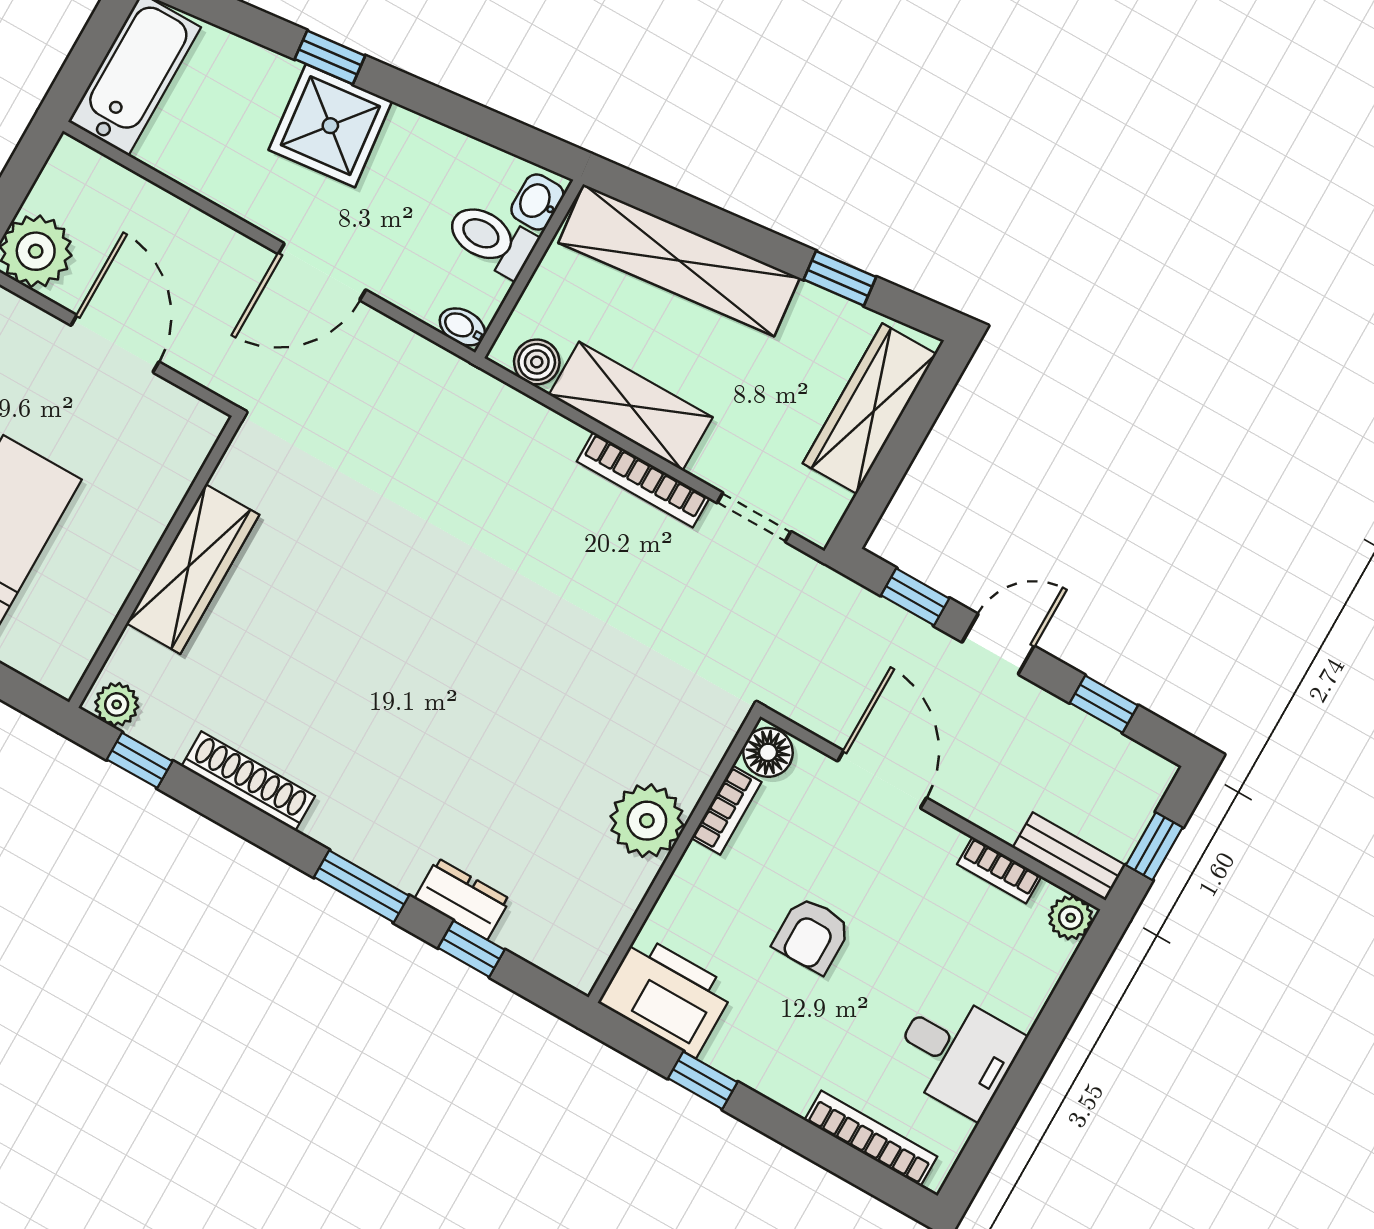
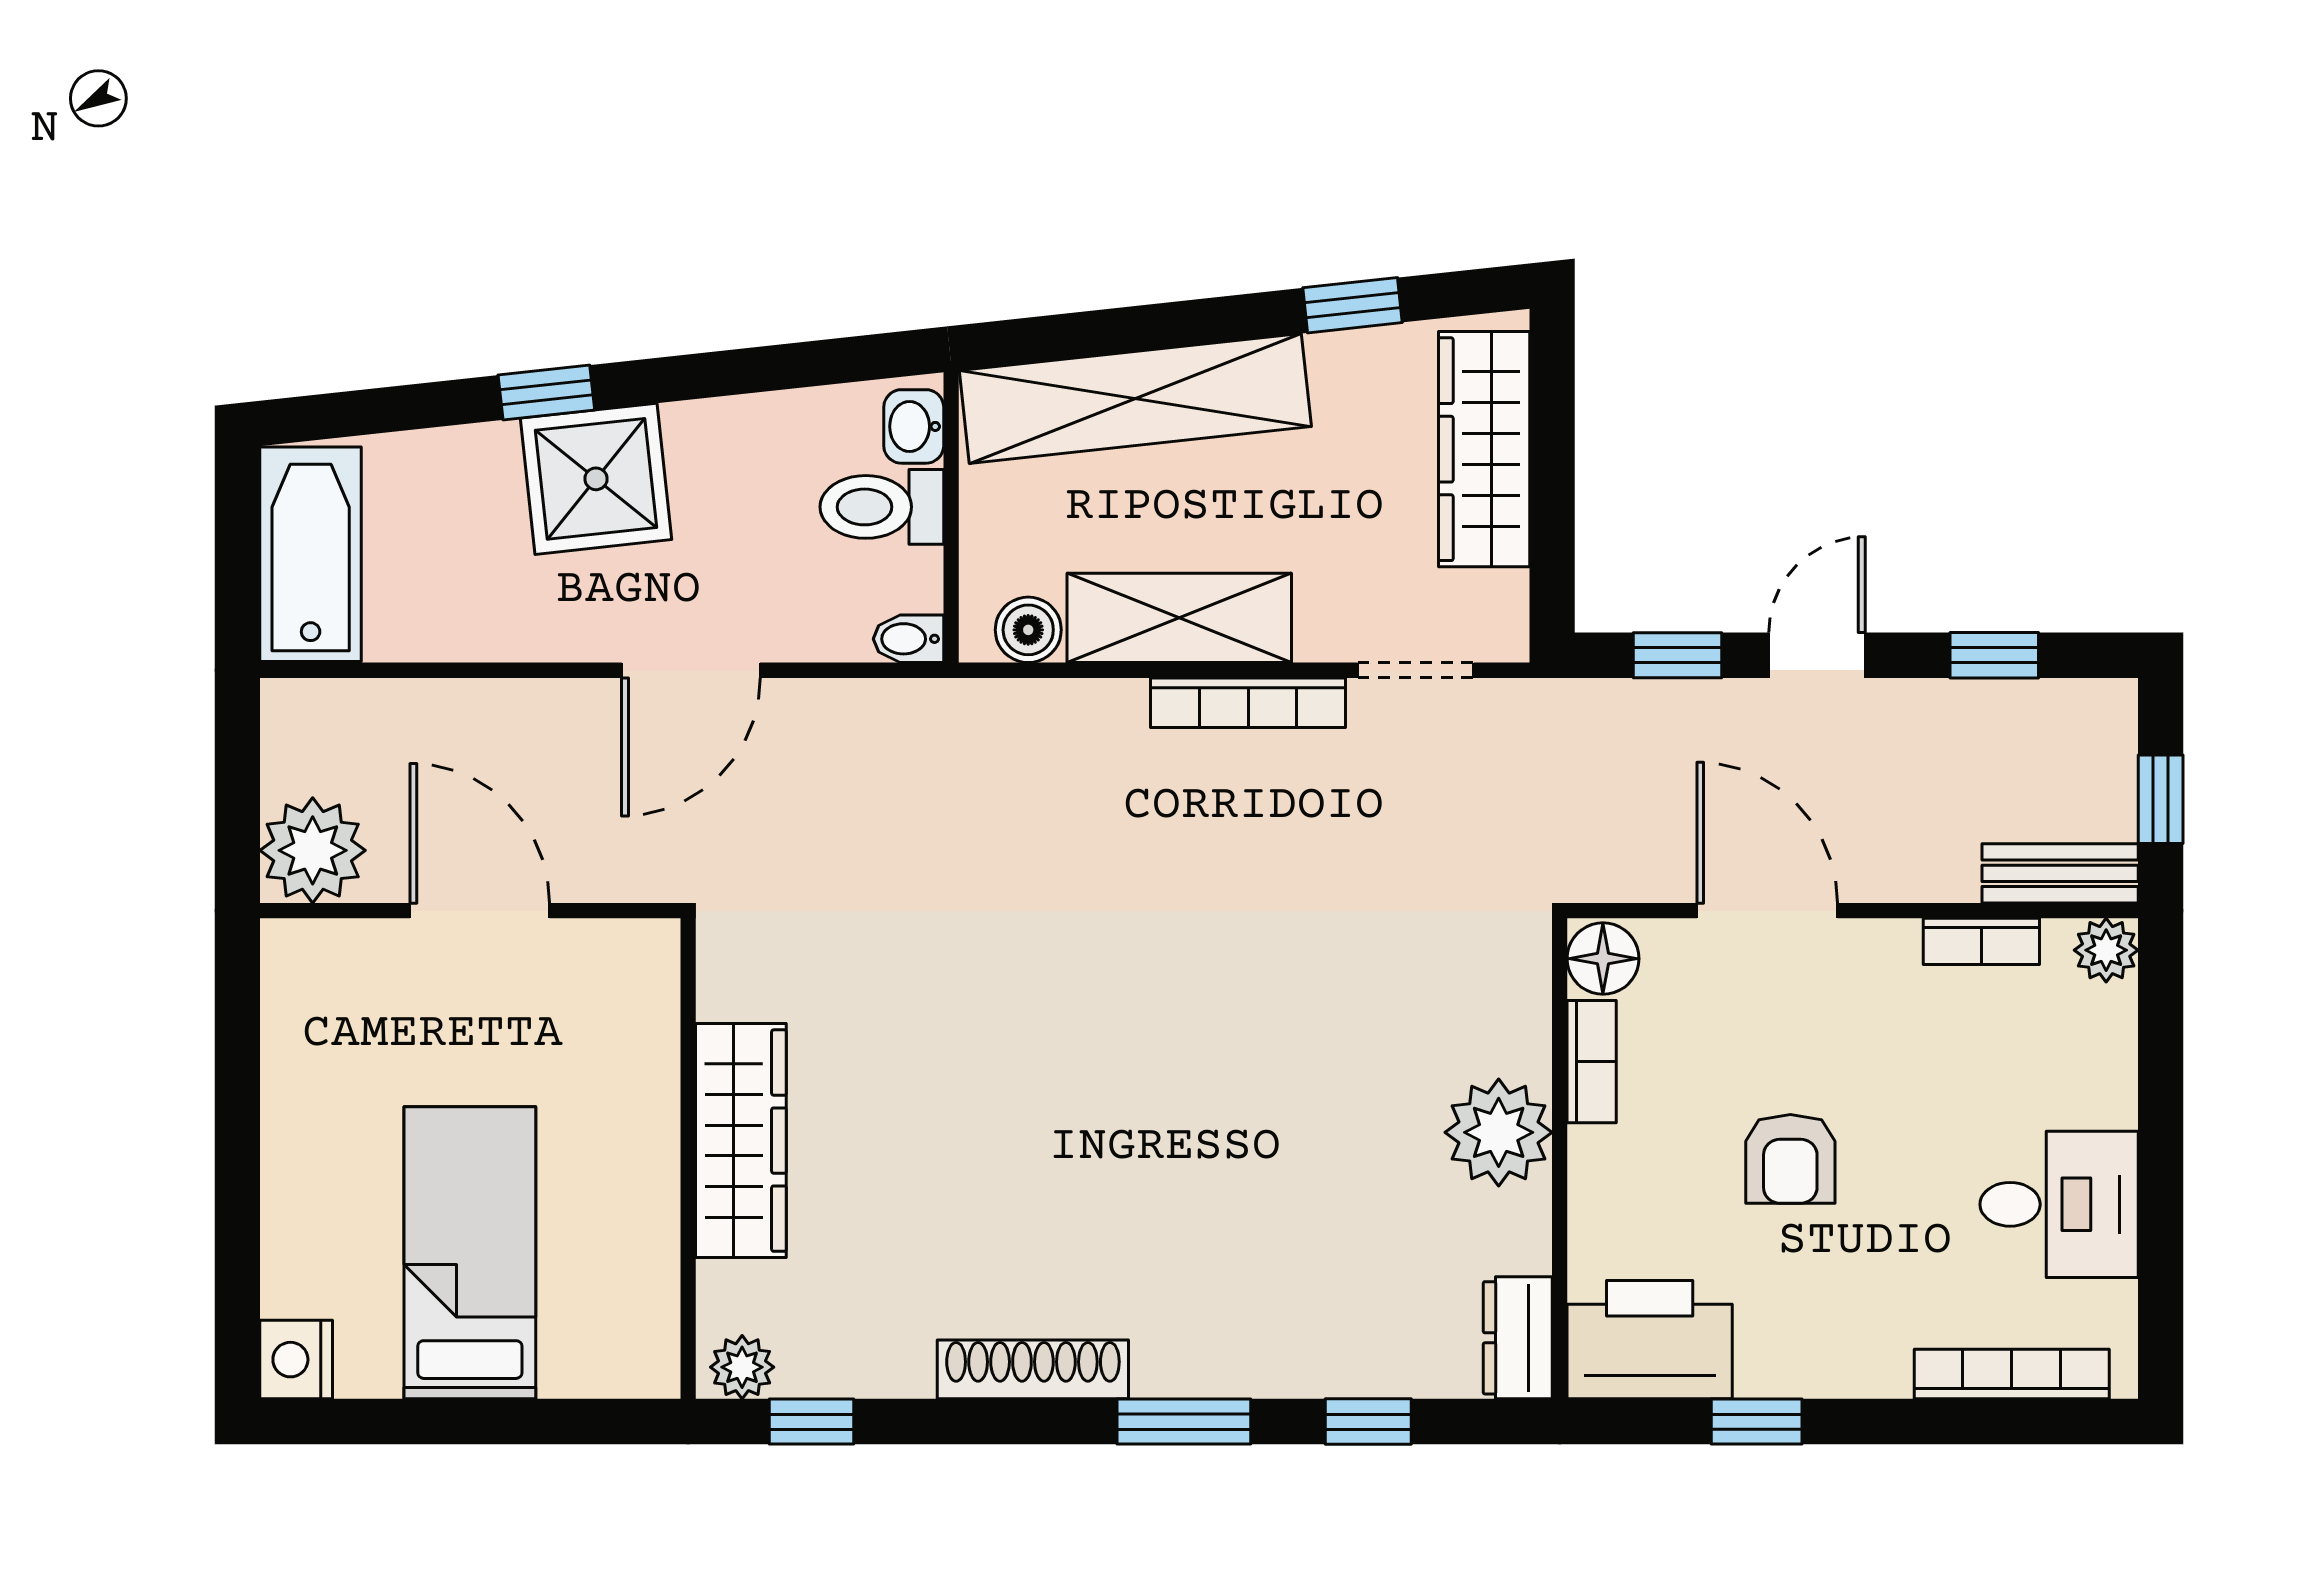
shoe rack: (248, 781) -> (1033, 1369), moved
dresser: (462, 899) -> (1518, 1338), moved, turned -90

